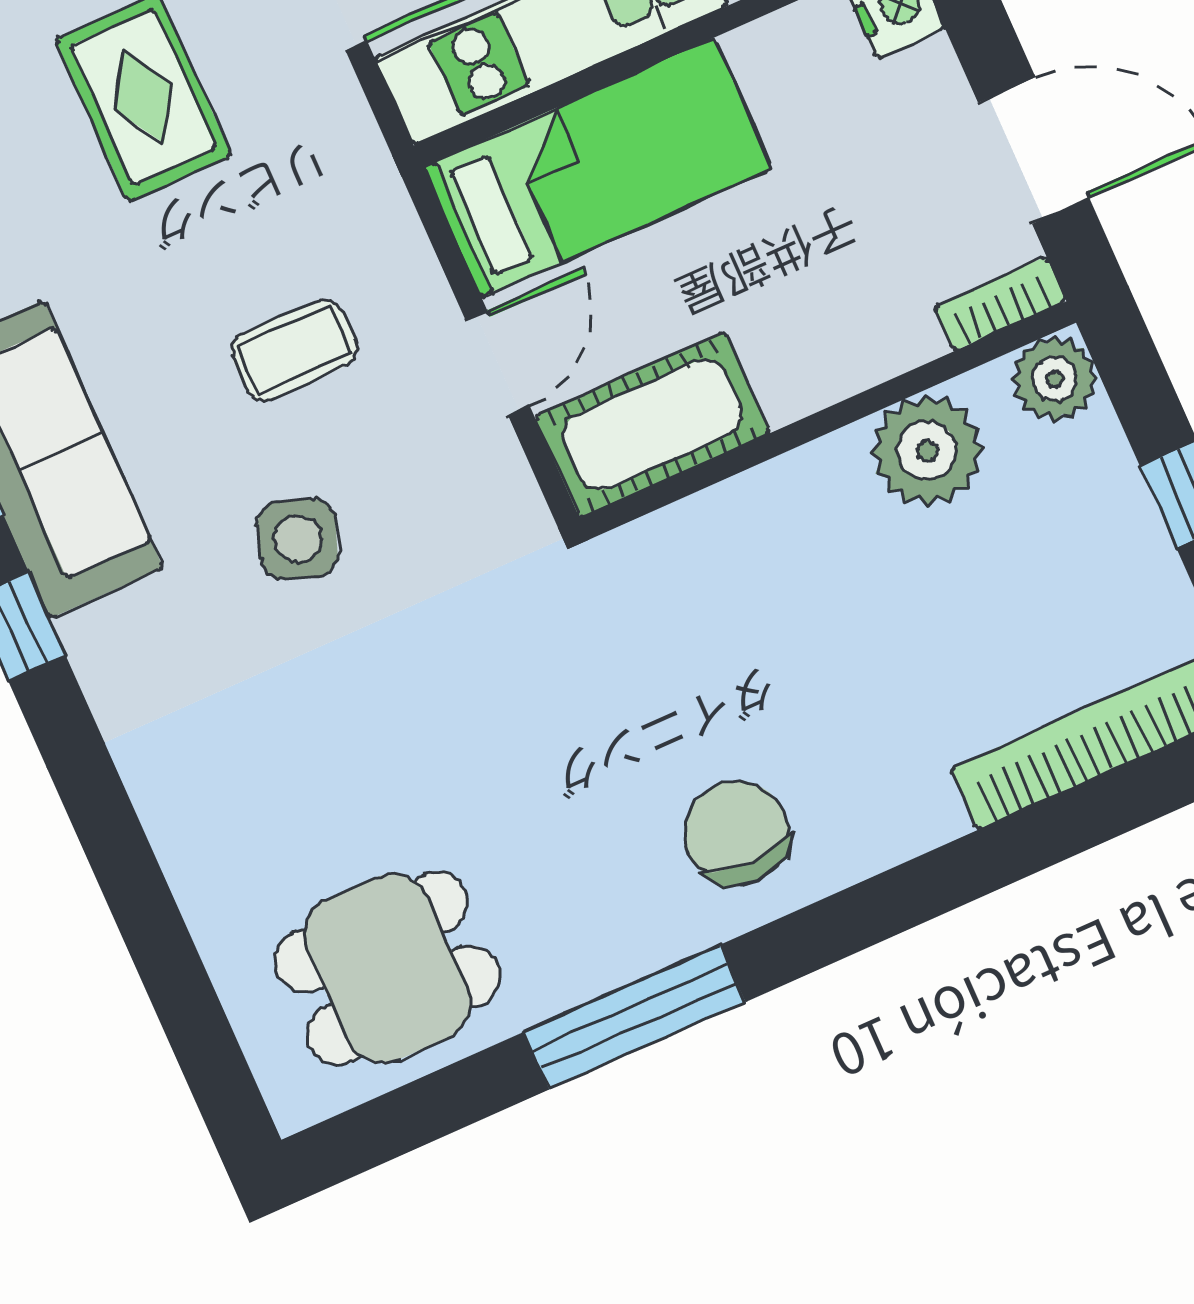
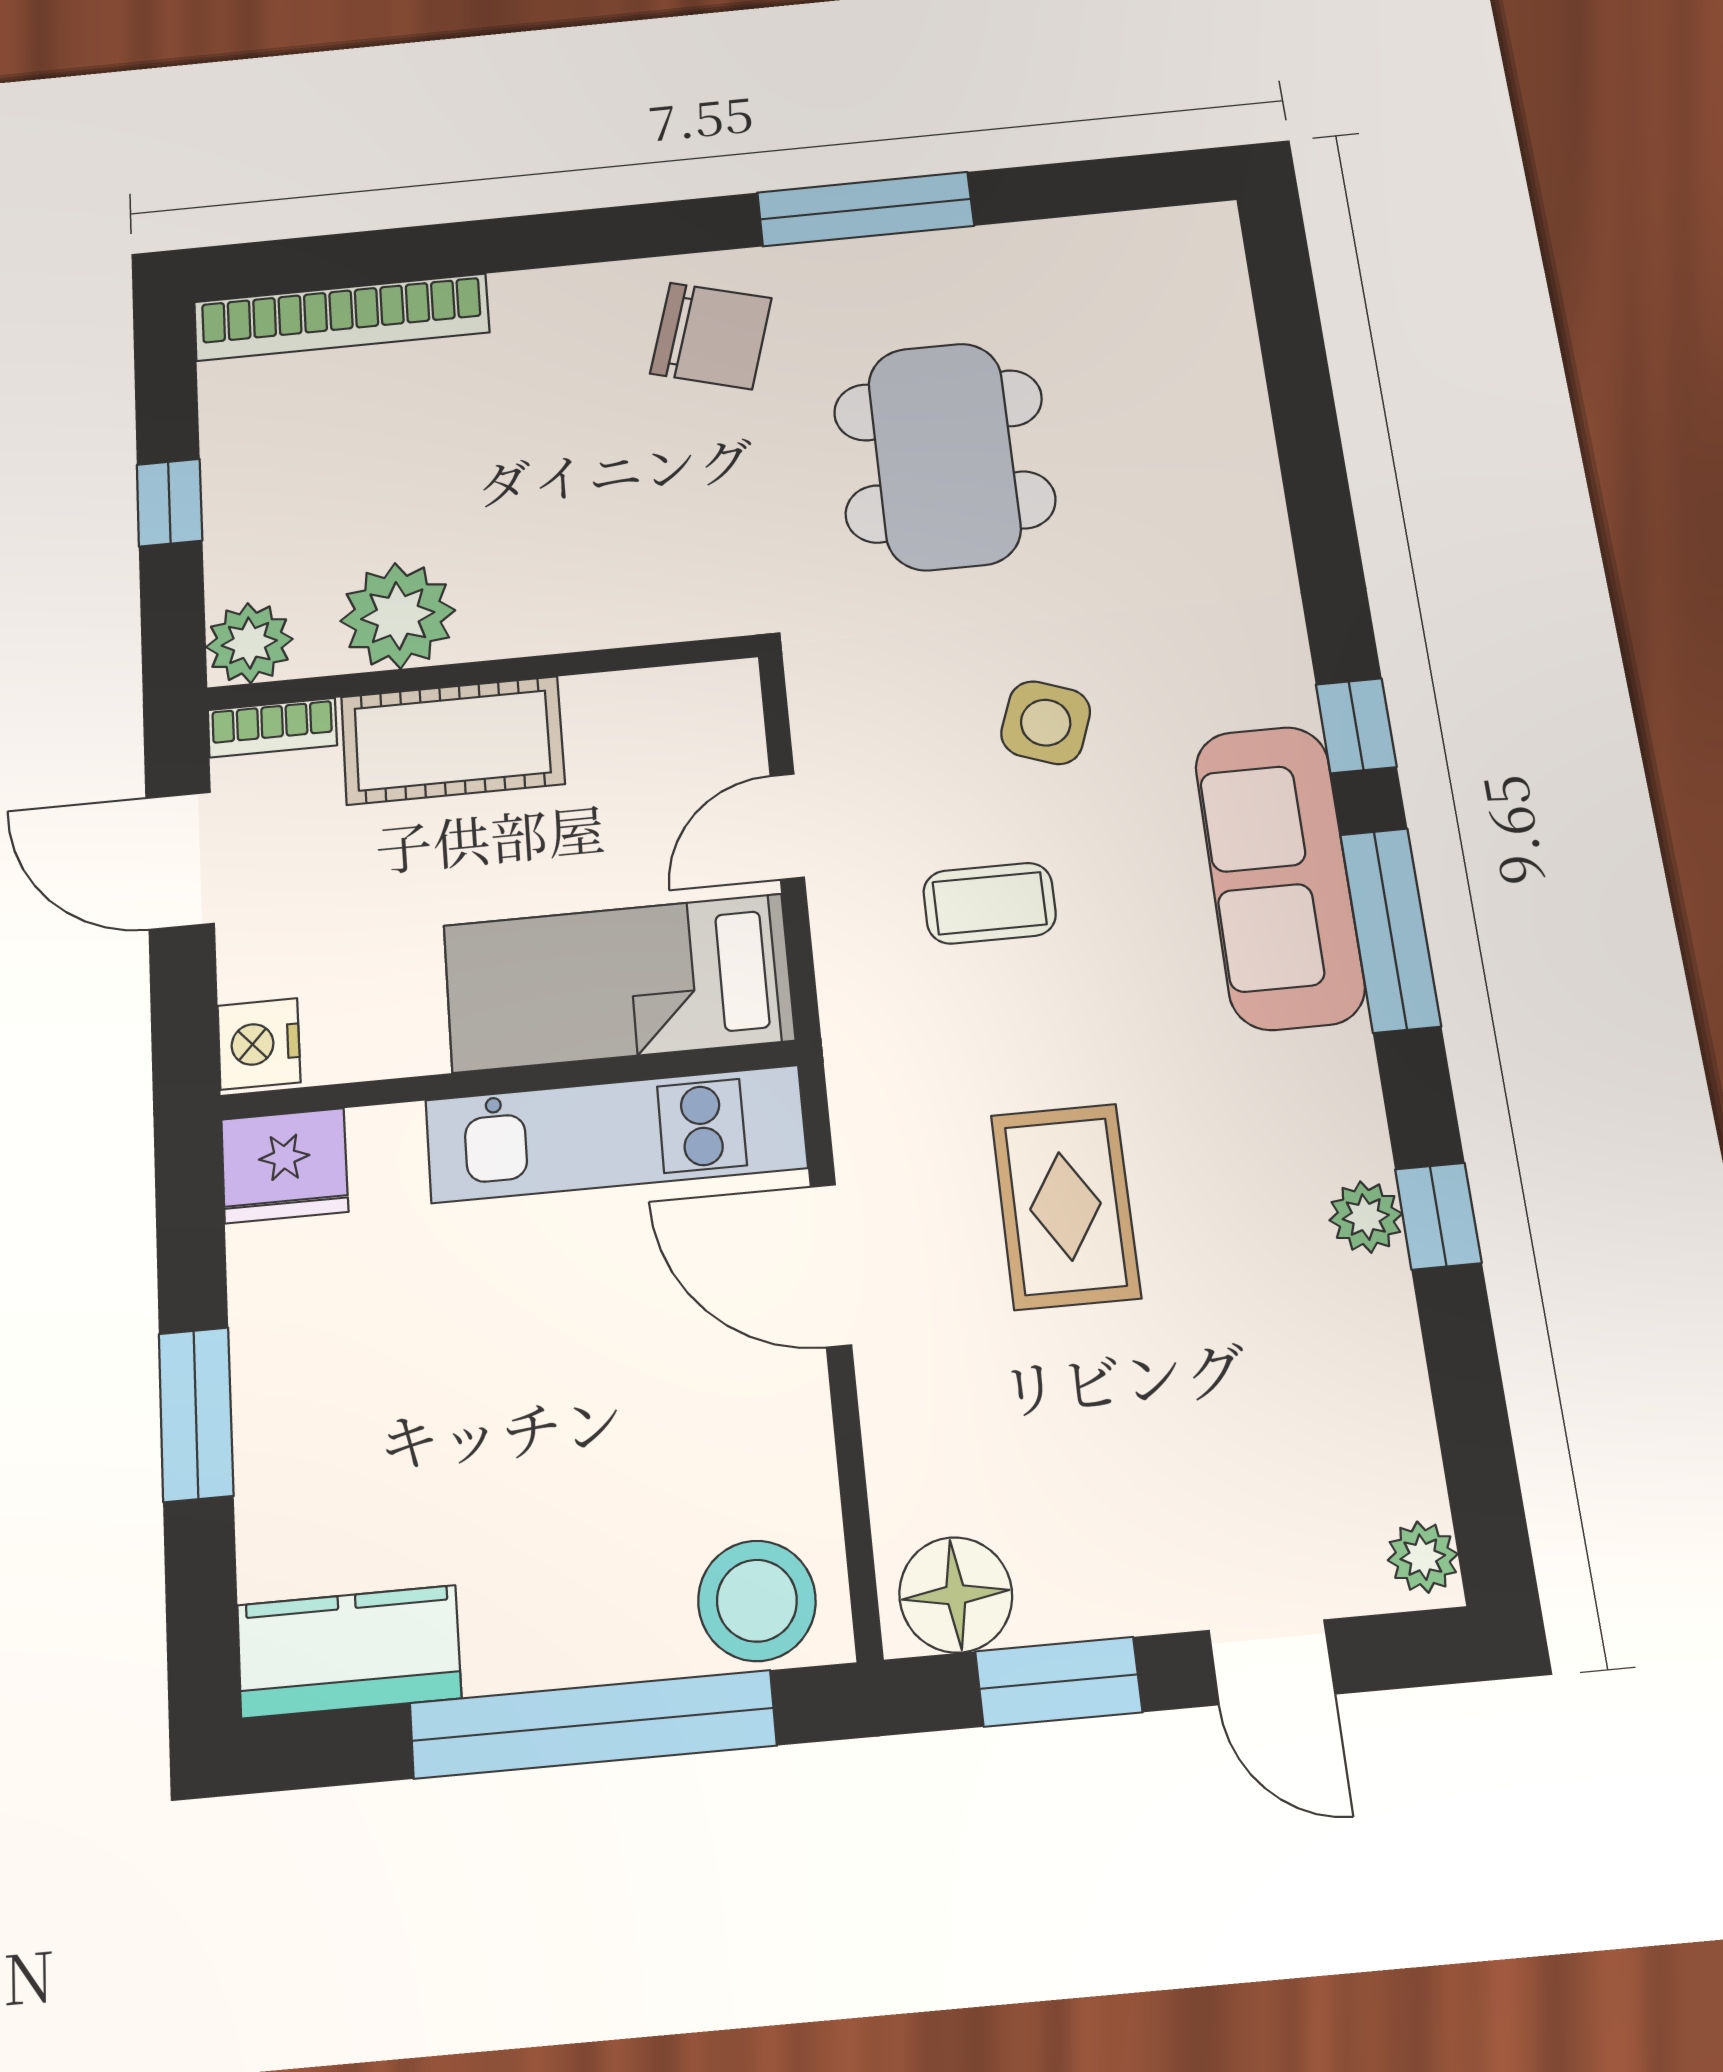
cot: (652, 425) -> (452, 740), moved
chair: (737, 833) -> (711, 336), turned -74
dining table: (387, 968) -> (944, 456), moved, width x1.38

